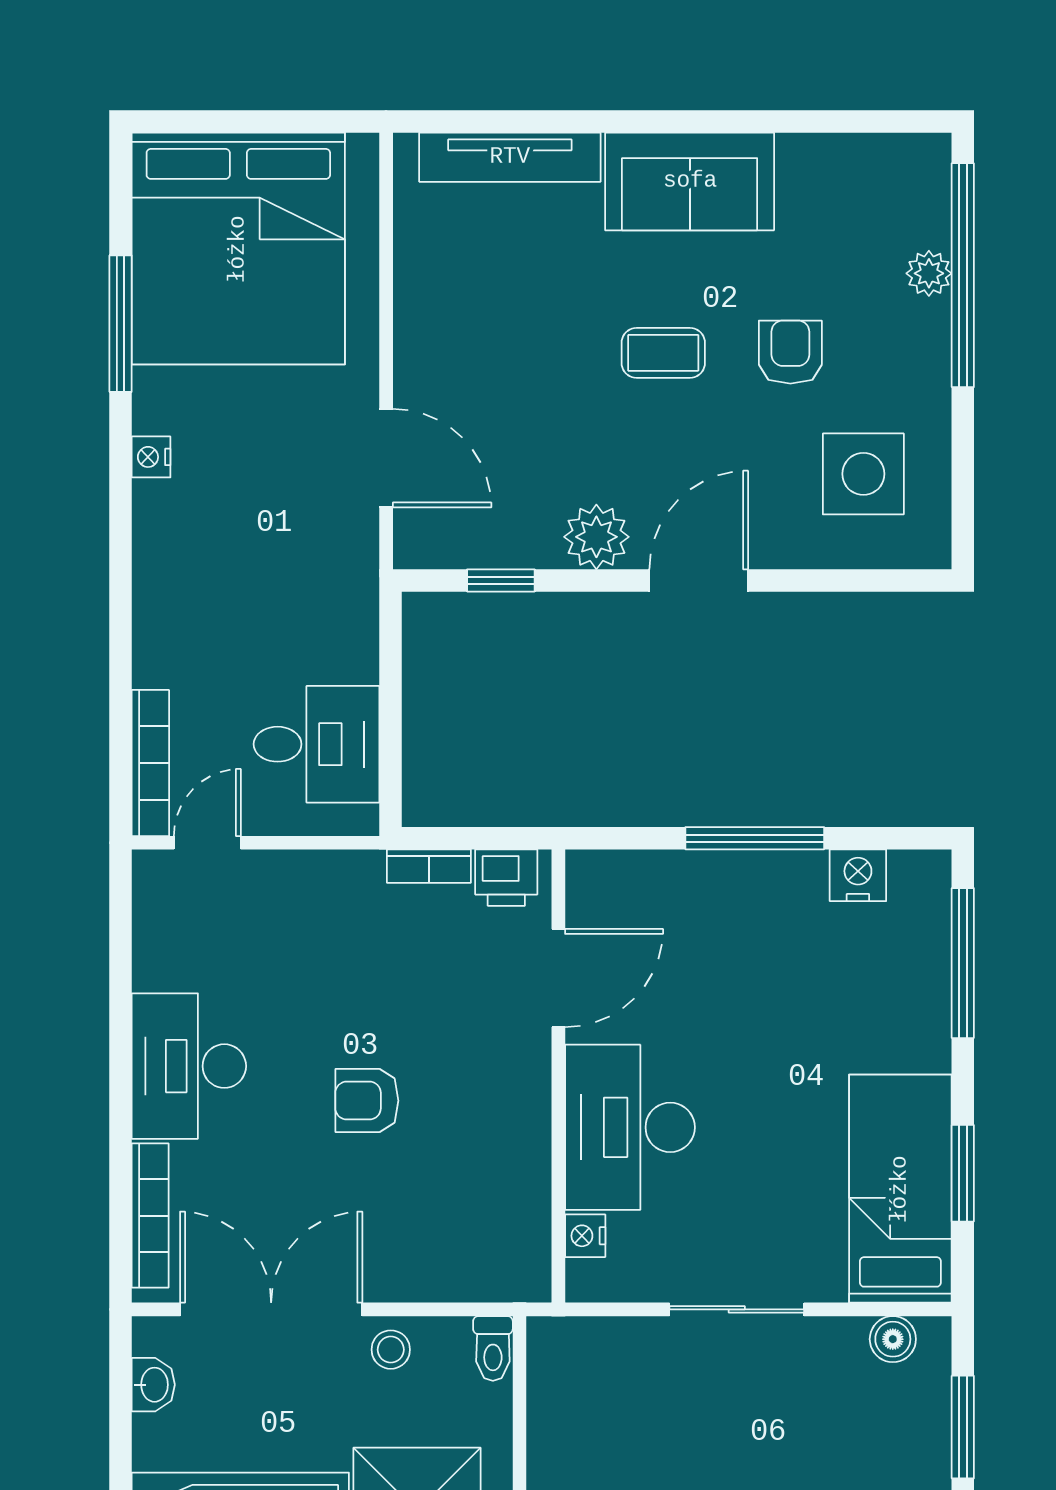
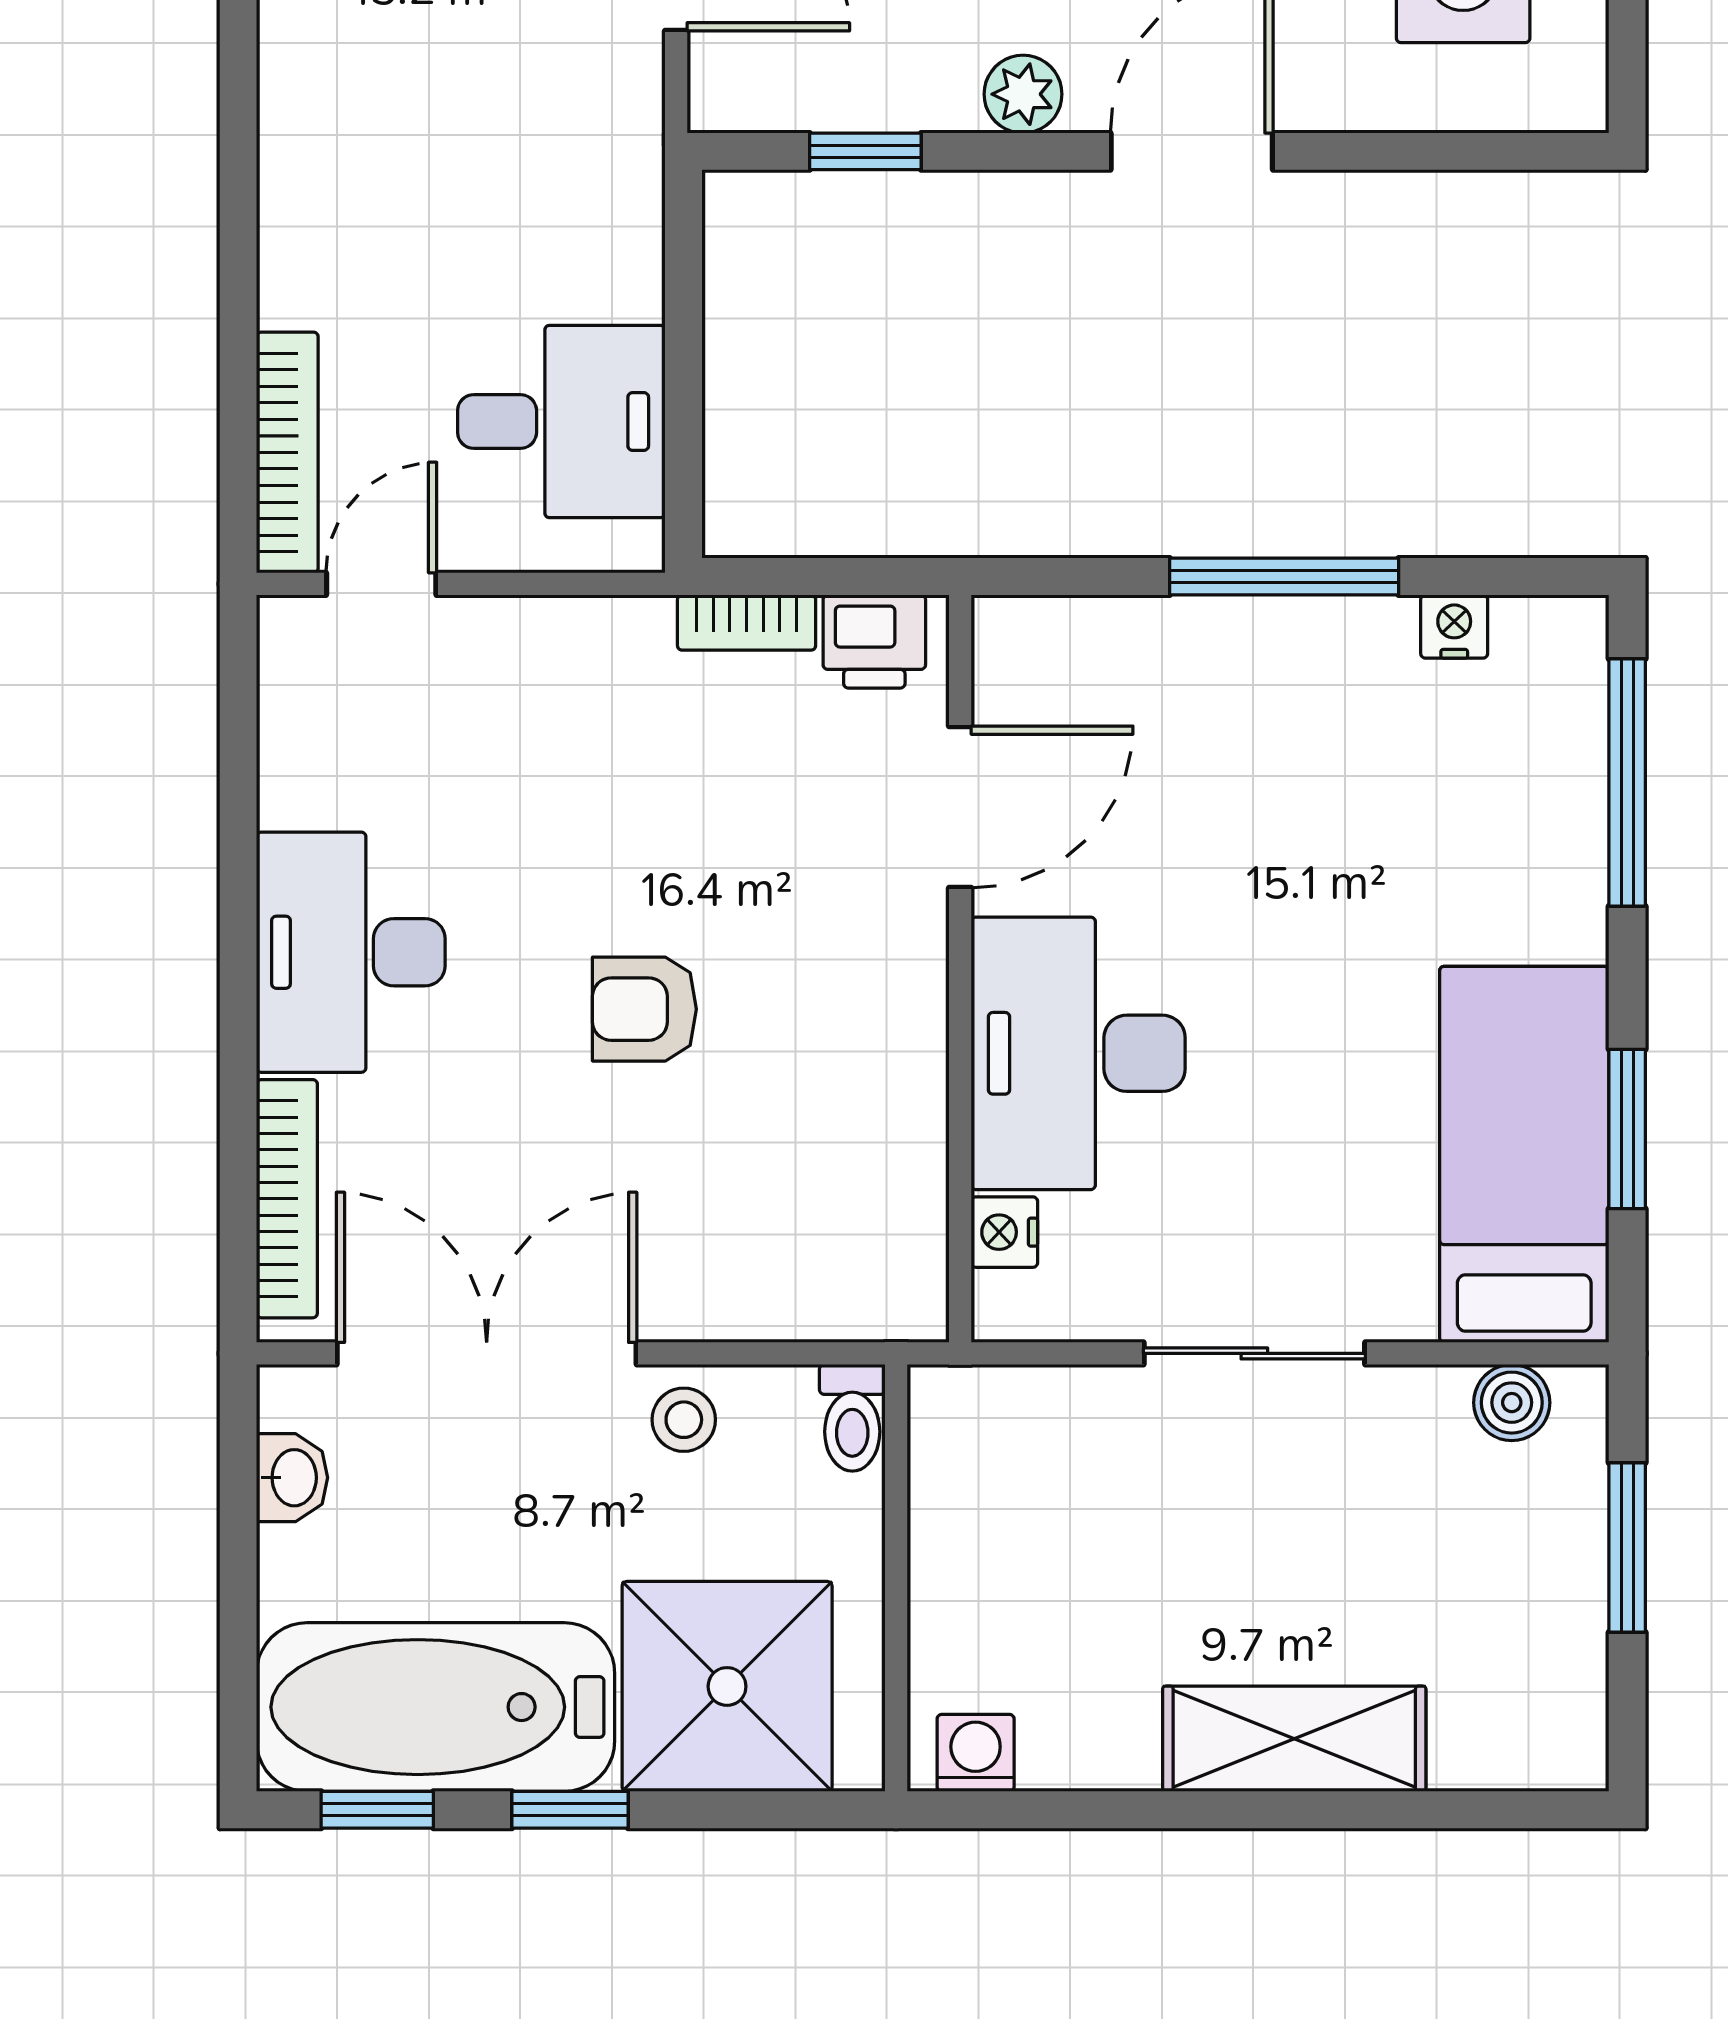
plant: (596, 537) -> (1023, 94), width x0.73, depth x0.73
nightstand: (858, 875) -> (1454, 626), width x0.72, depth x0.74

